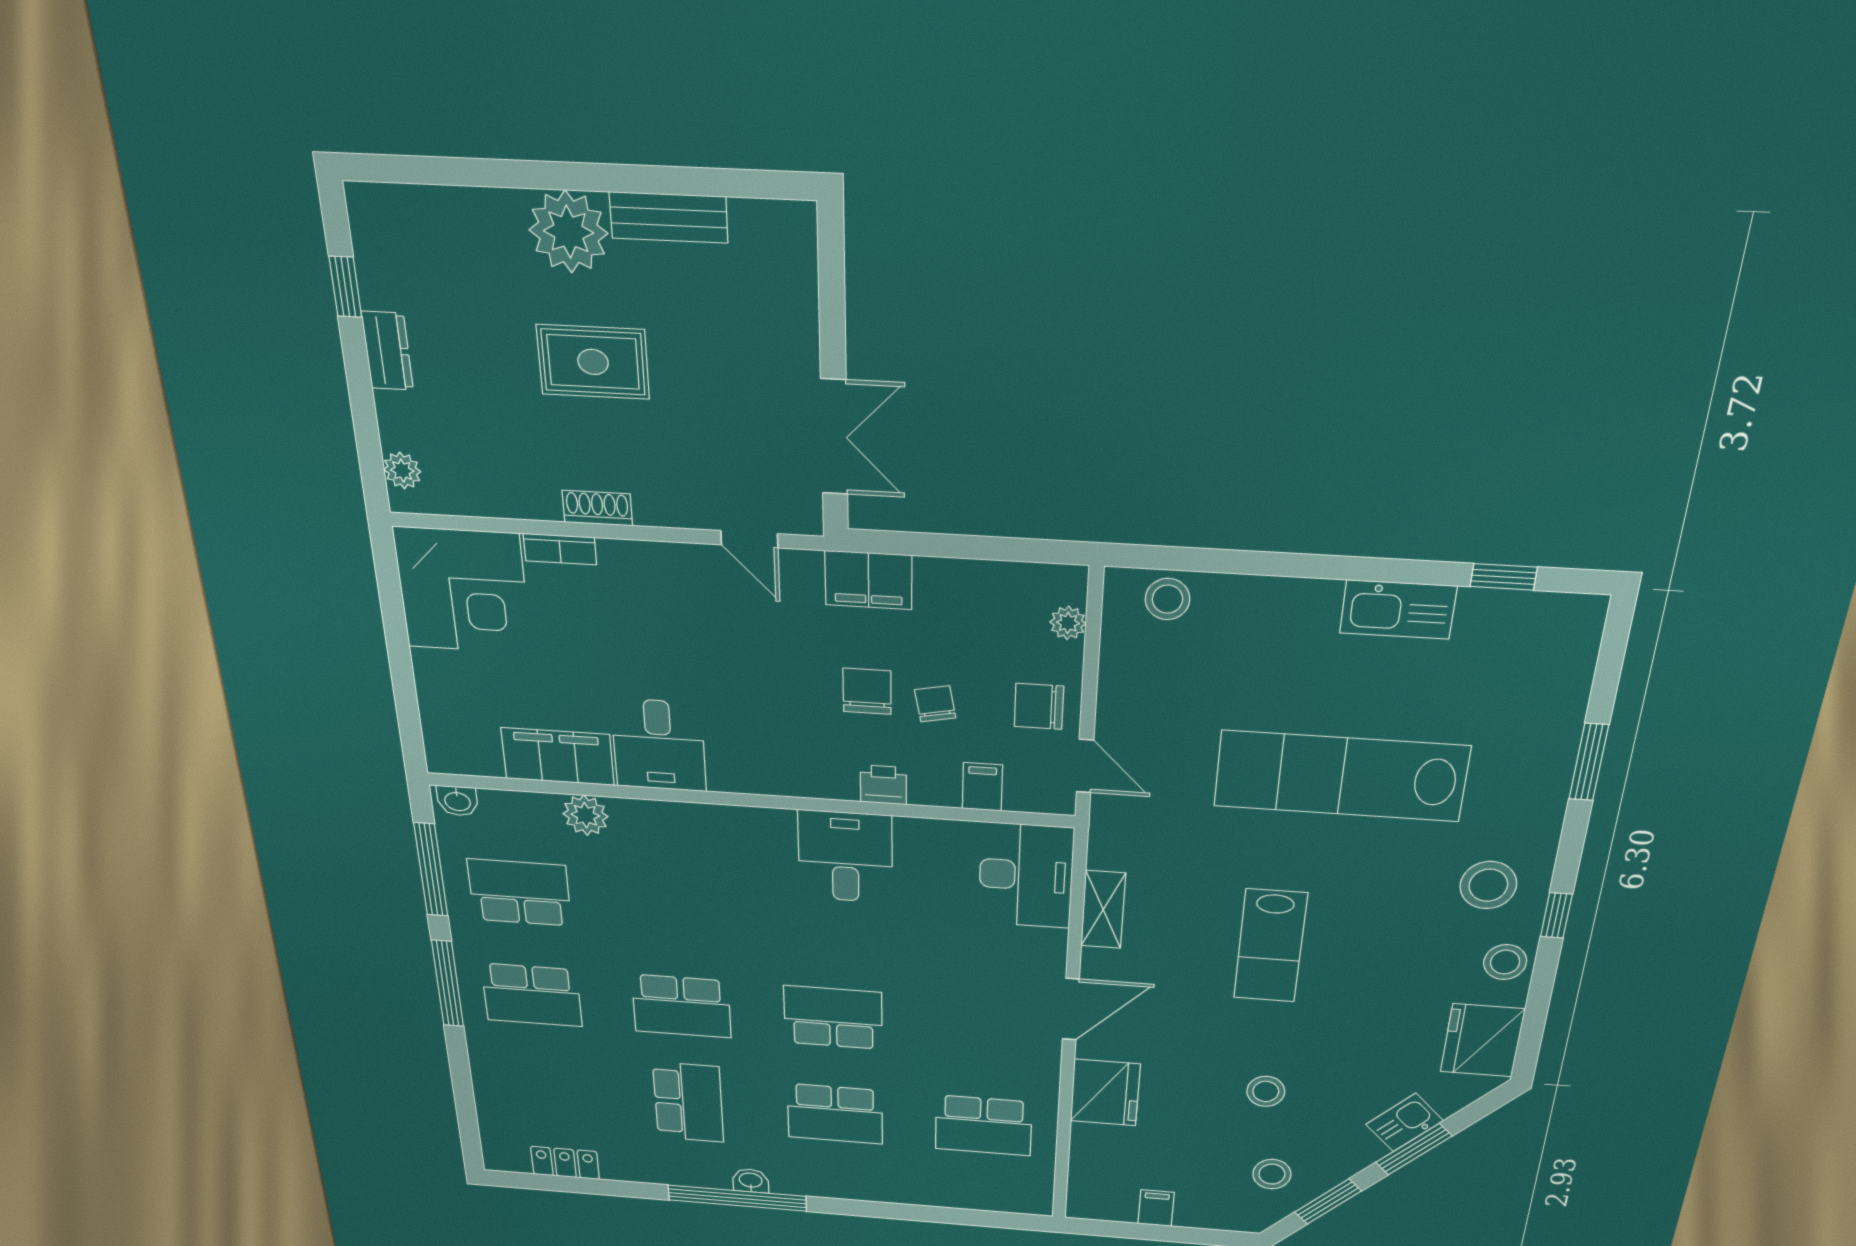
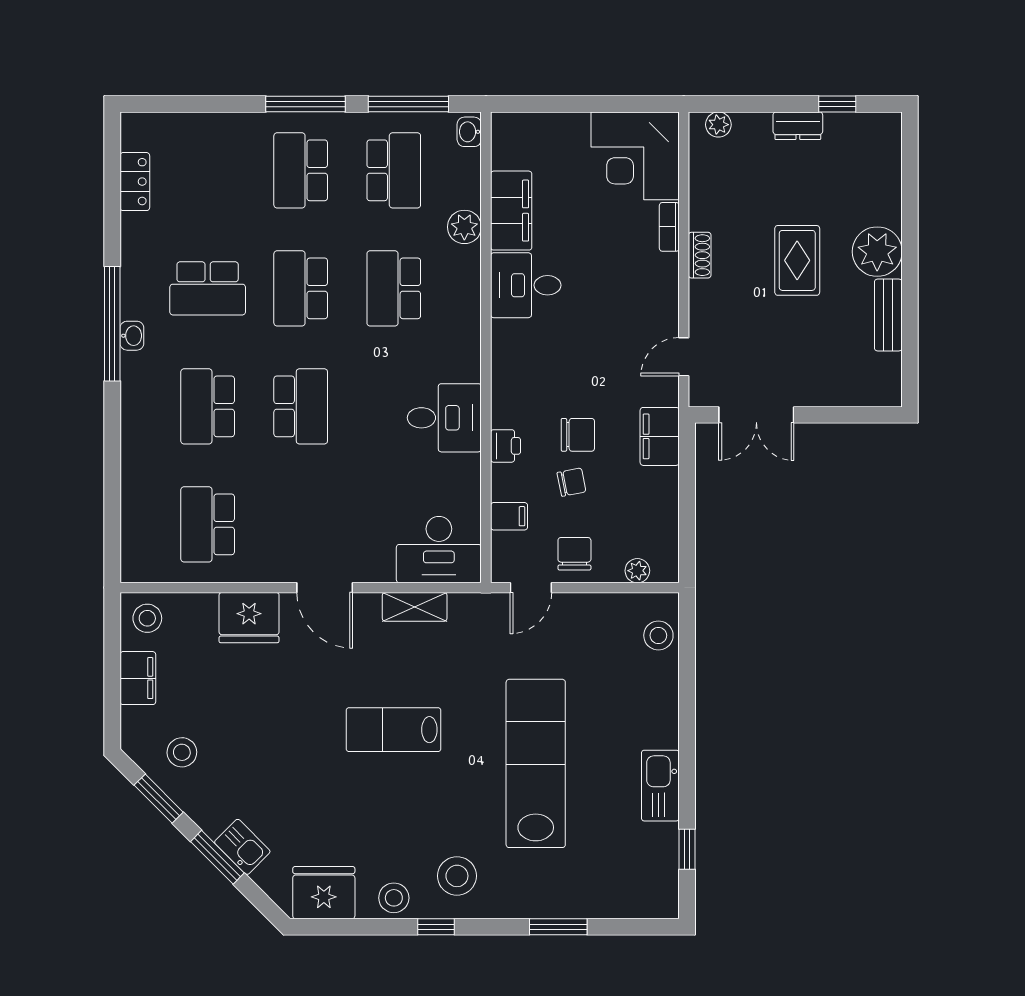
school desk: (674, 904) -> (394, 288), added
stool: (1266, 1091) -> (147, 618), moved
filing cabinet: (1156, 1208) -> (138, 678), width x2.00

